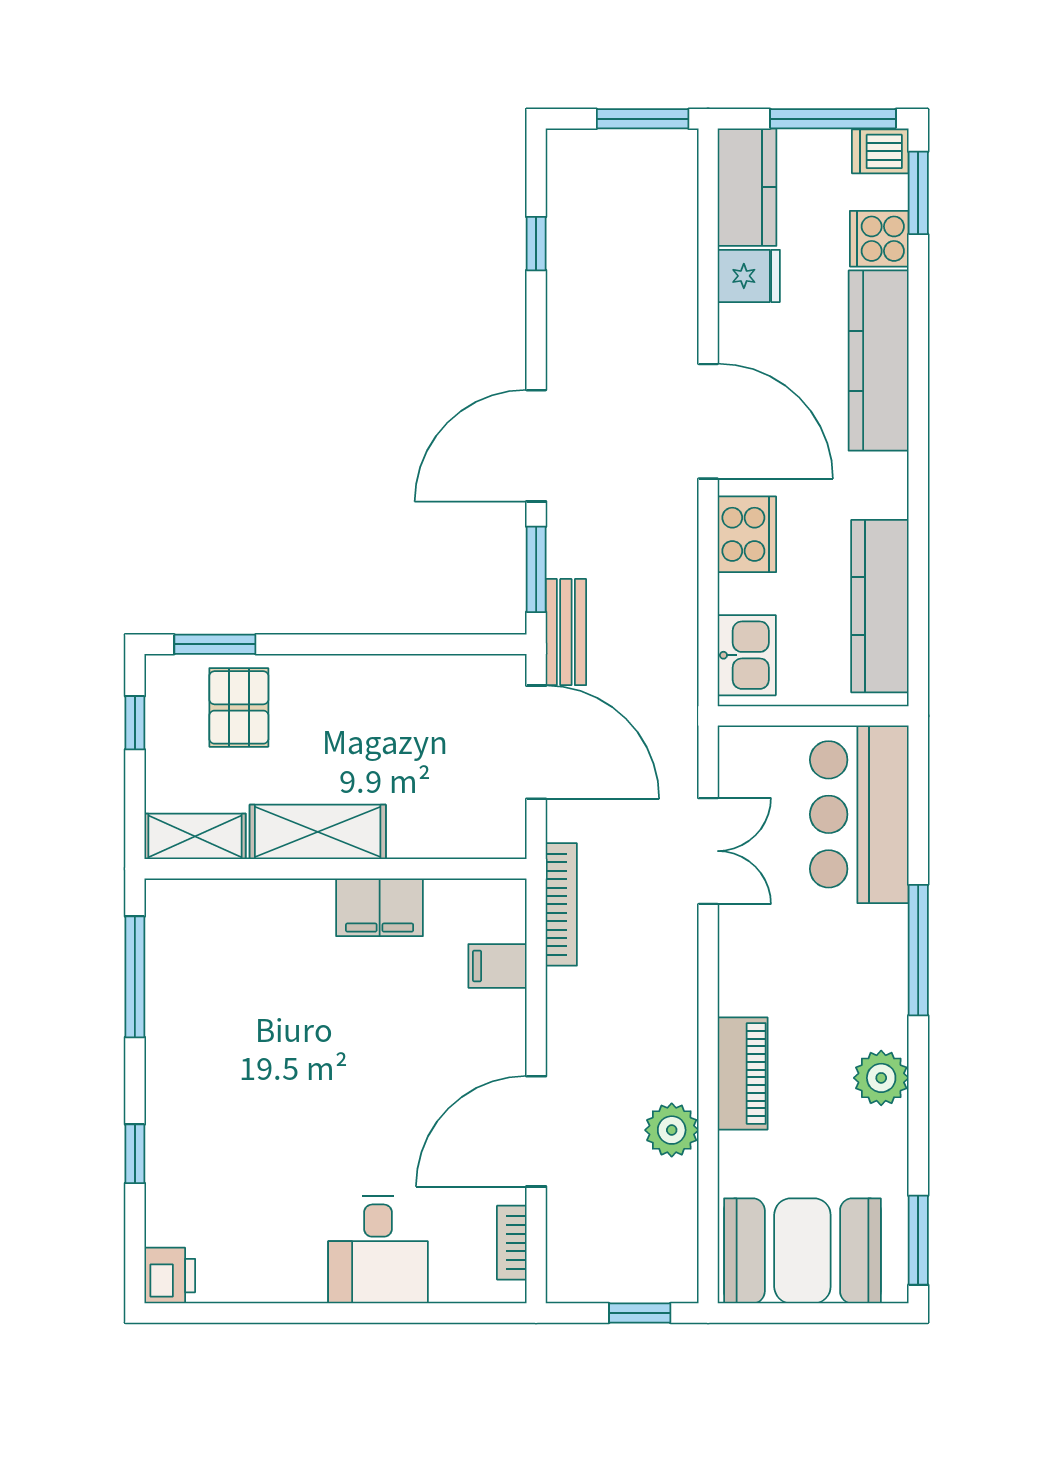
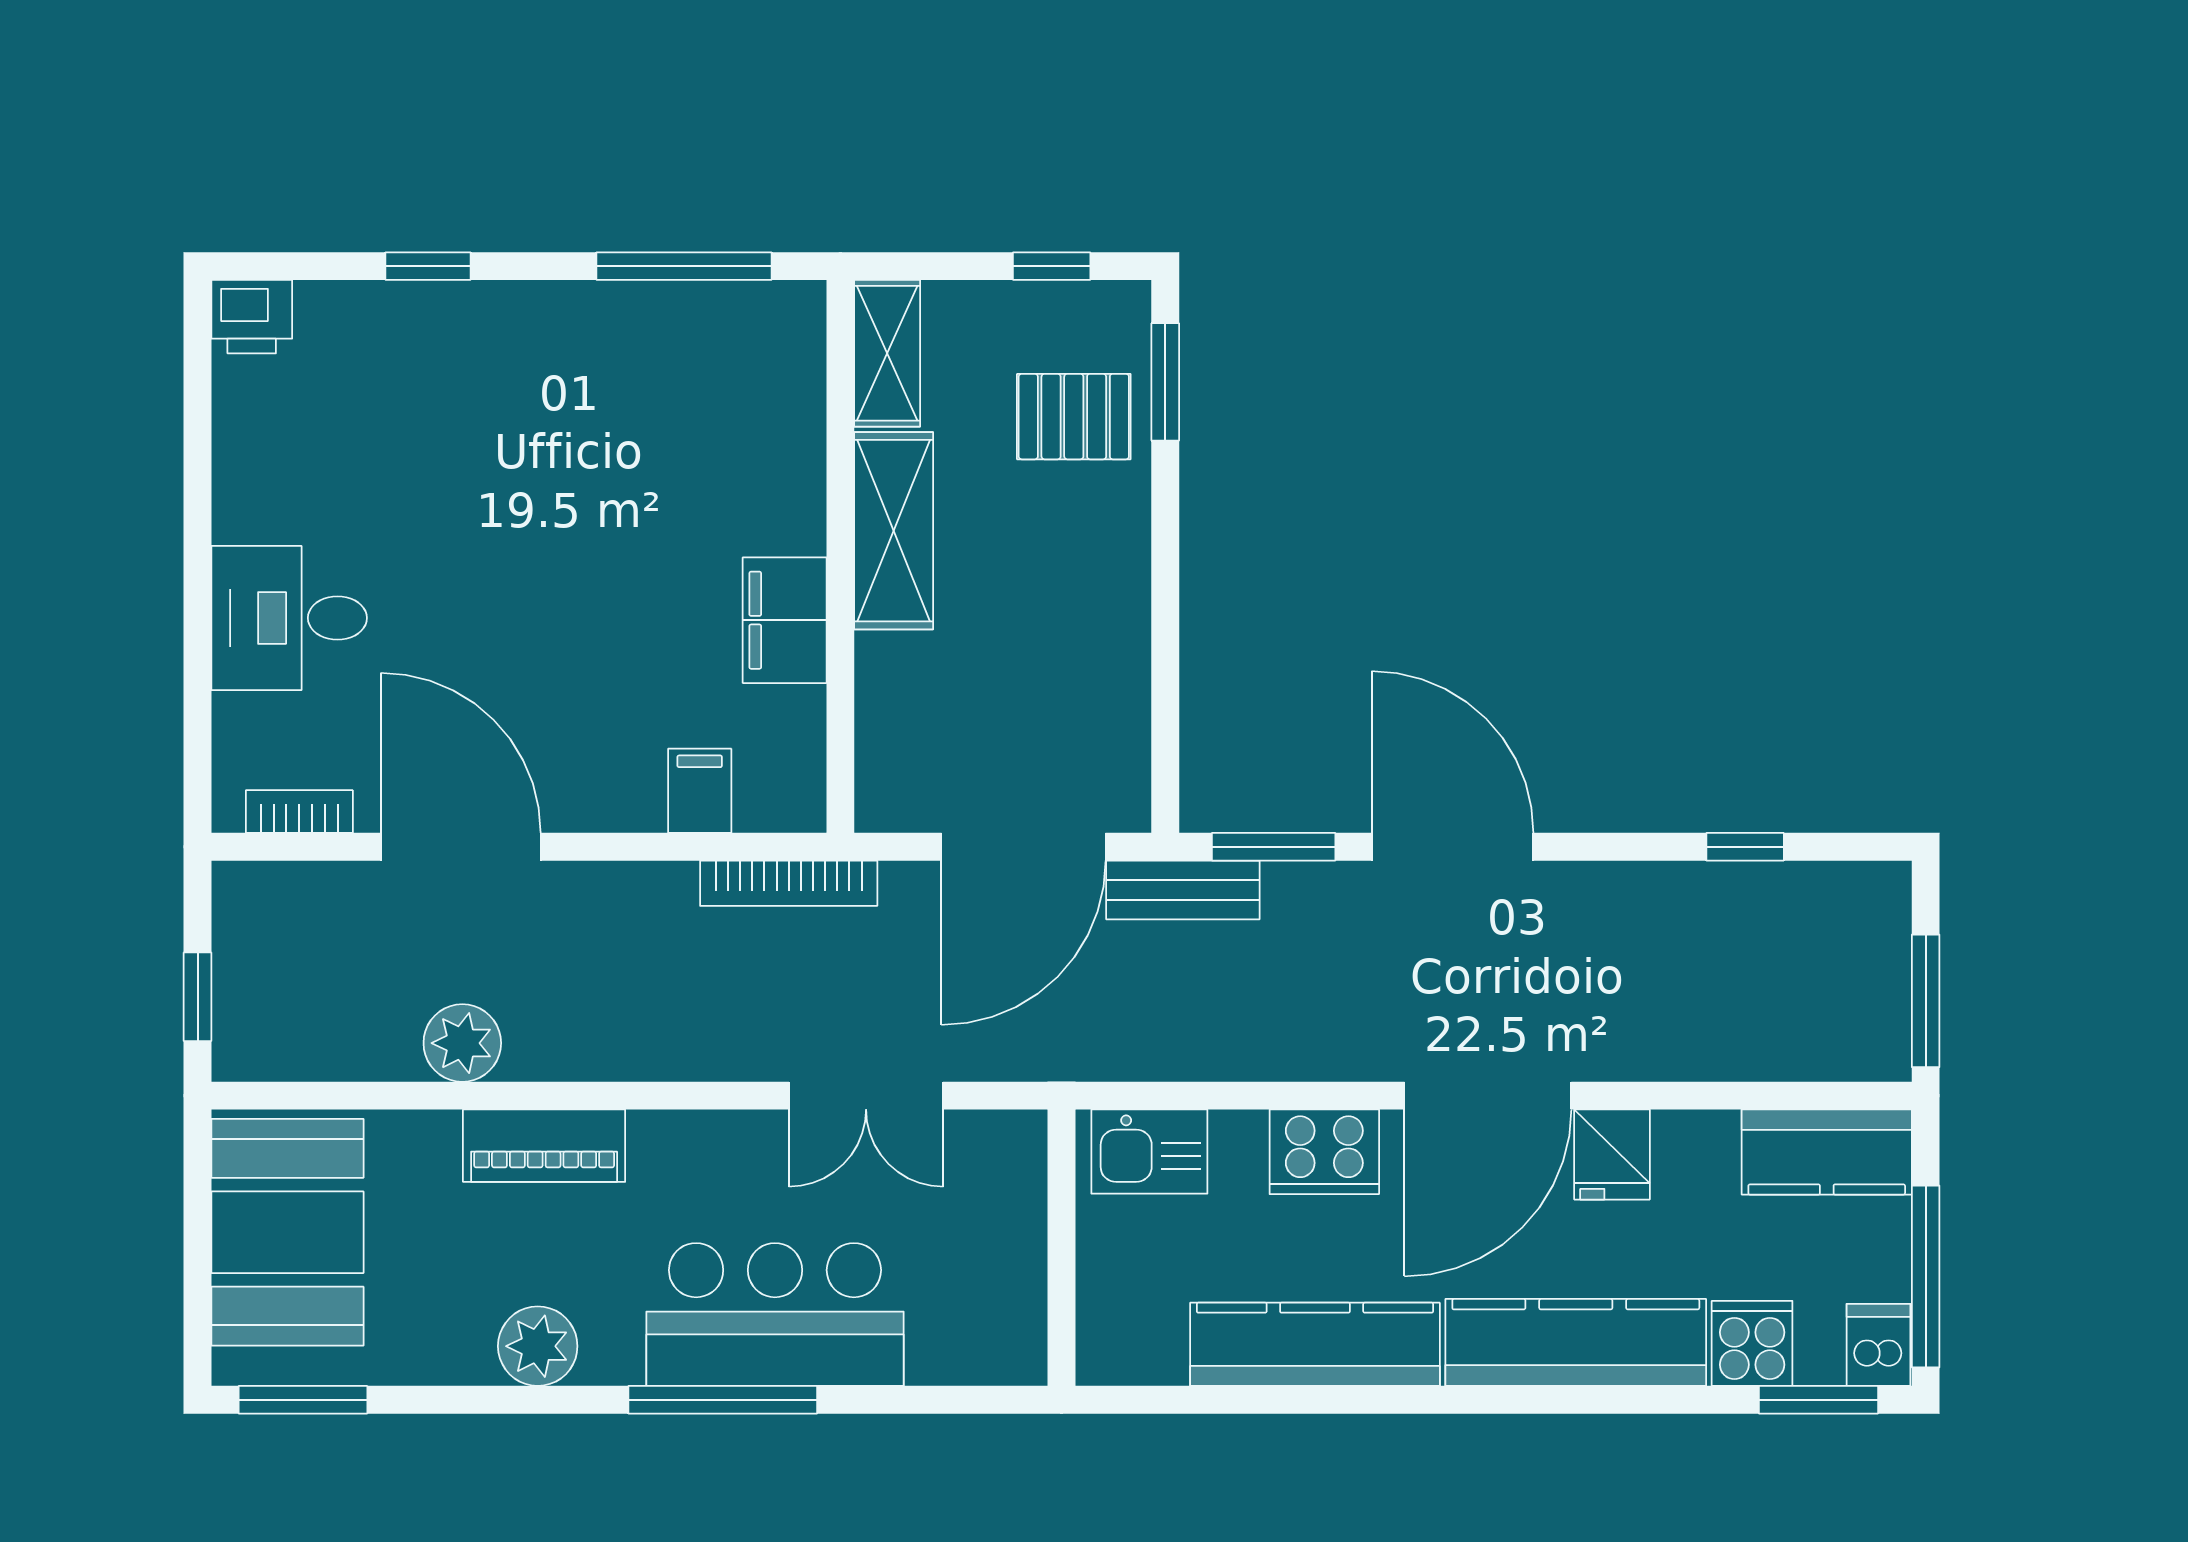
fridge: (749, 276) -> (1612, 1155), moved
kitchen counter: (880, 606) -> (1315, 1344), moved
bar counter: (859, 814) -> (775, 1314), moved

